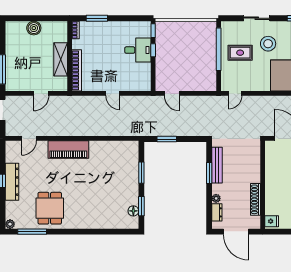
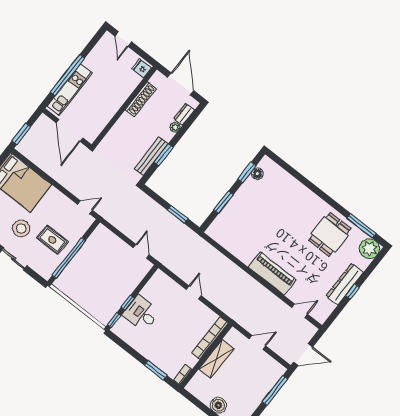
plant: (10, 224) -> (369, 249), width x1.88, depth x1.88

